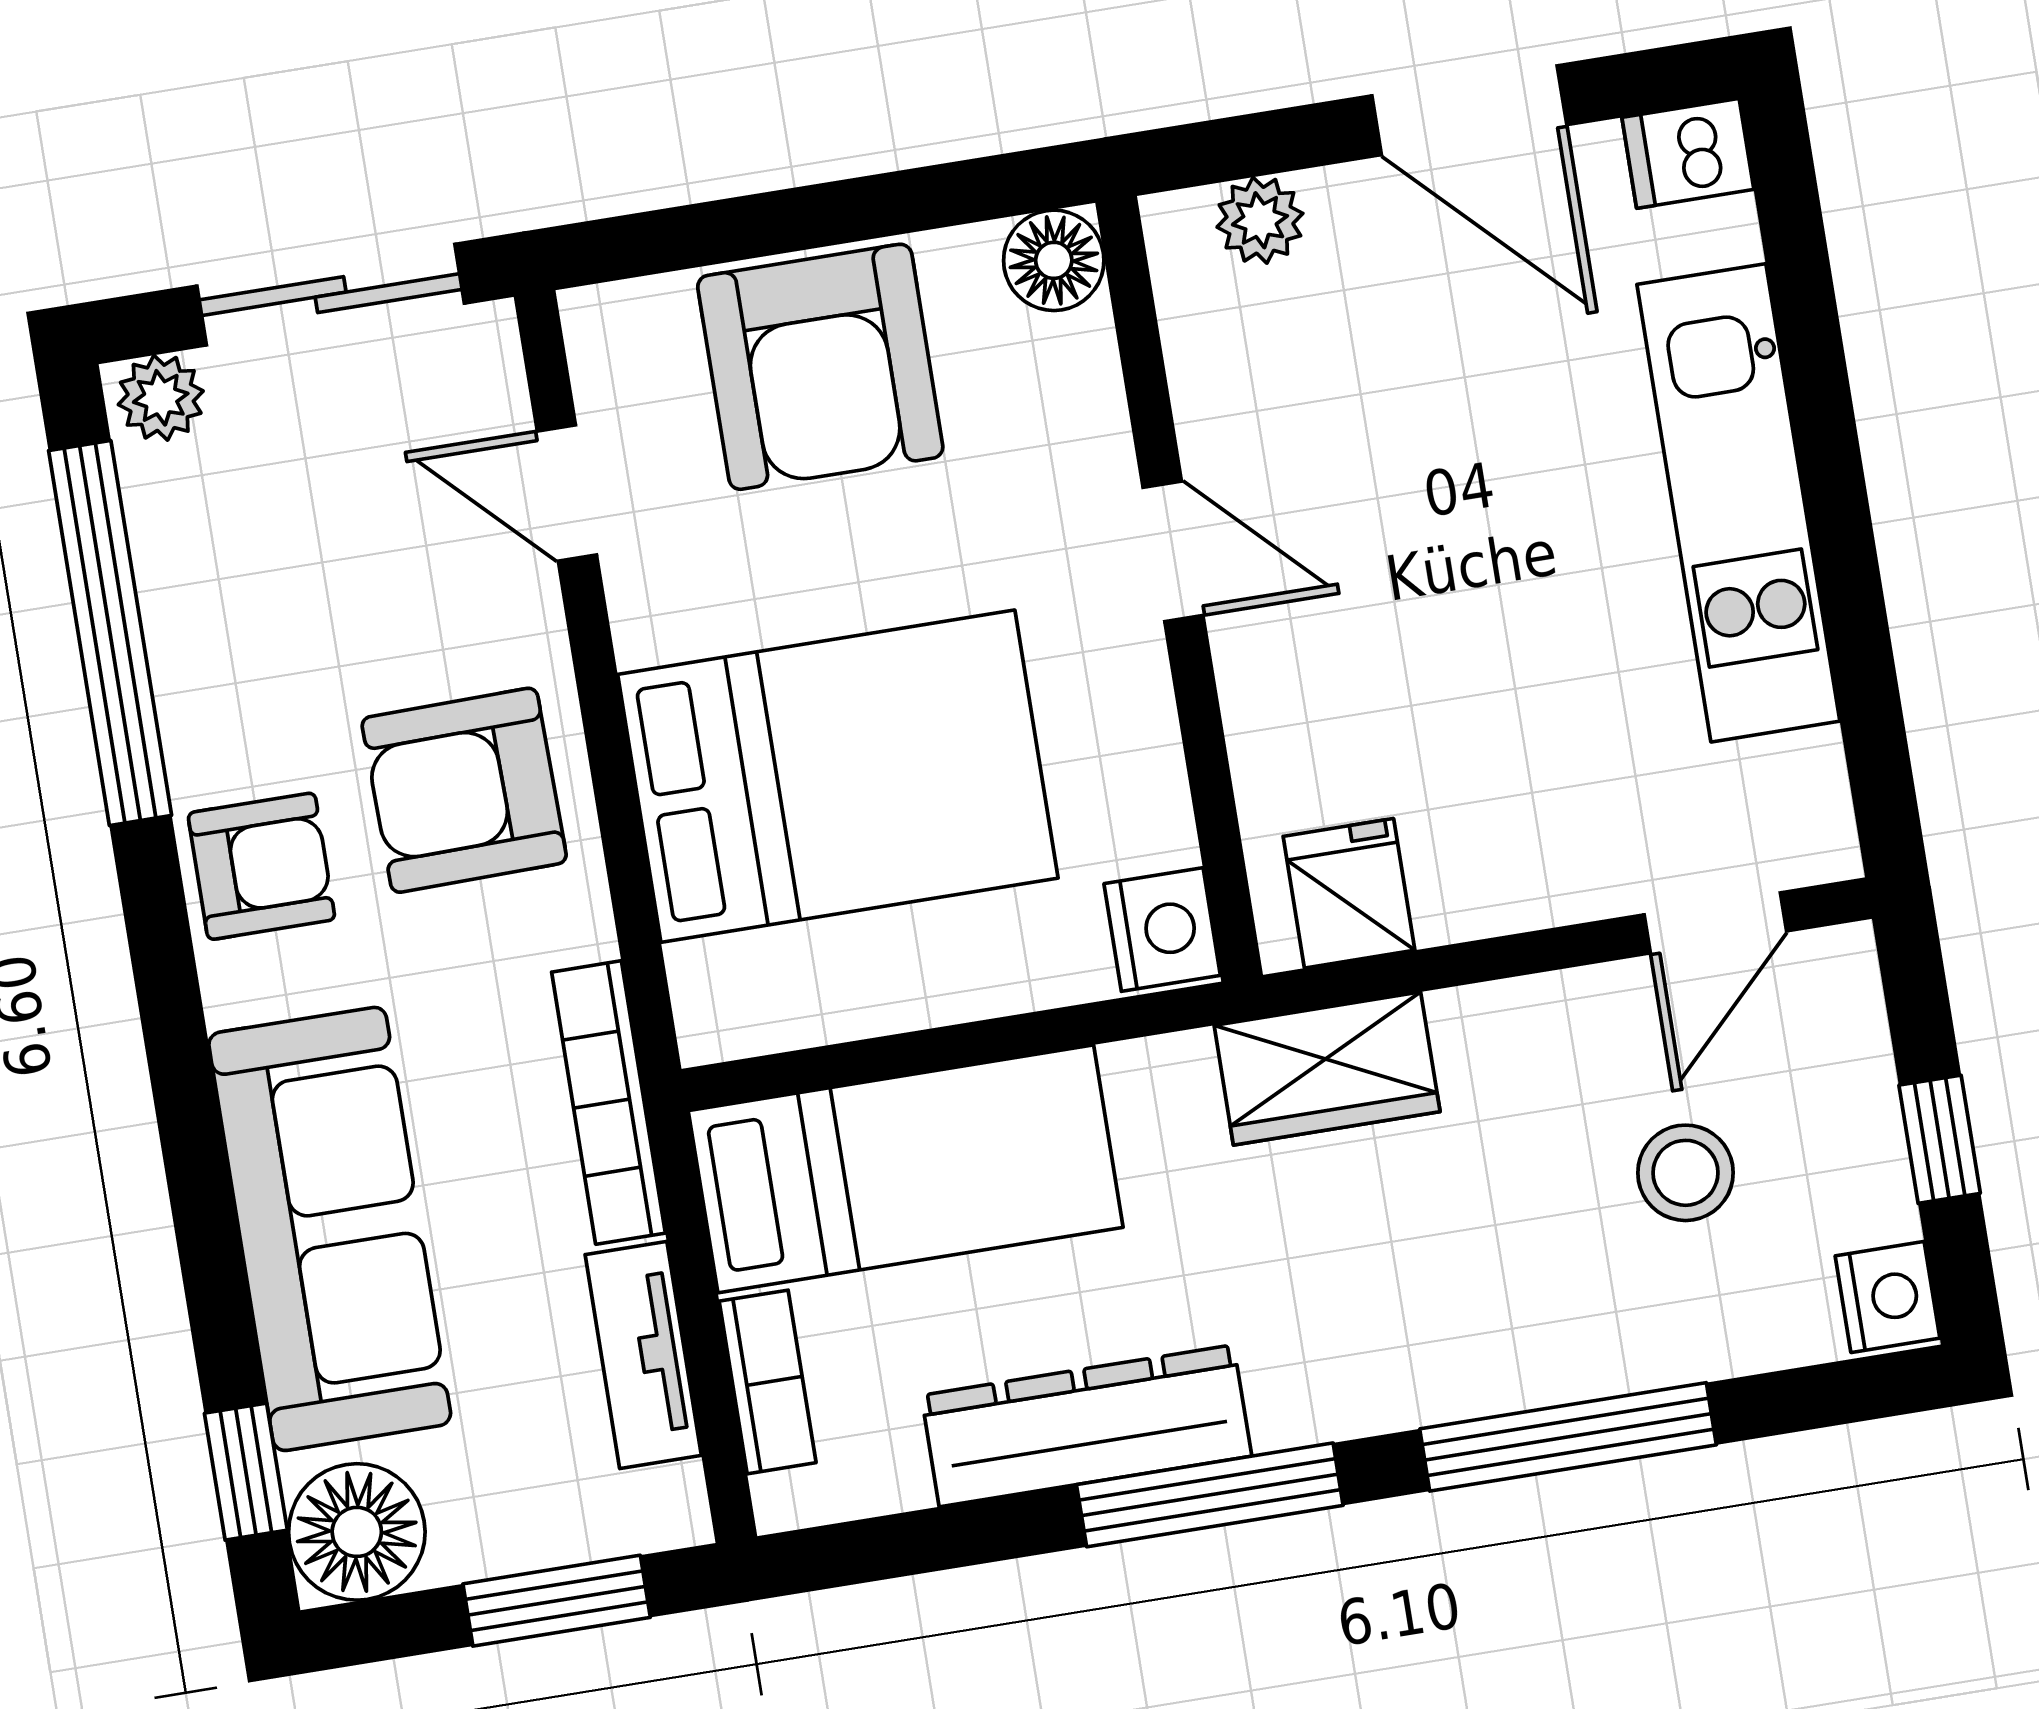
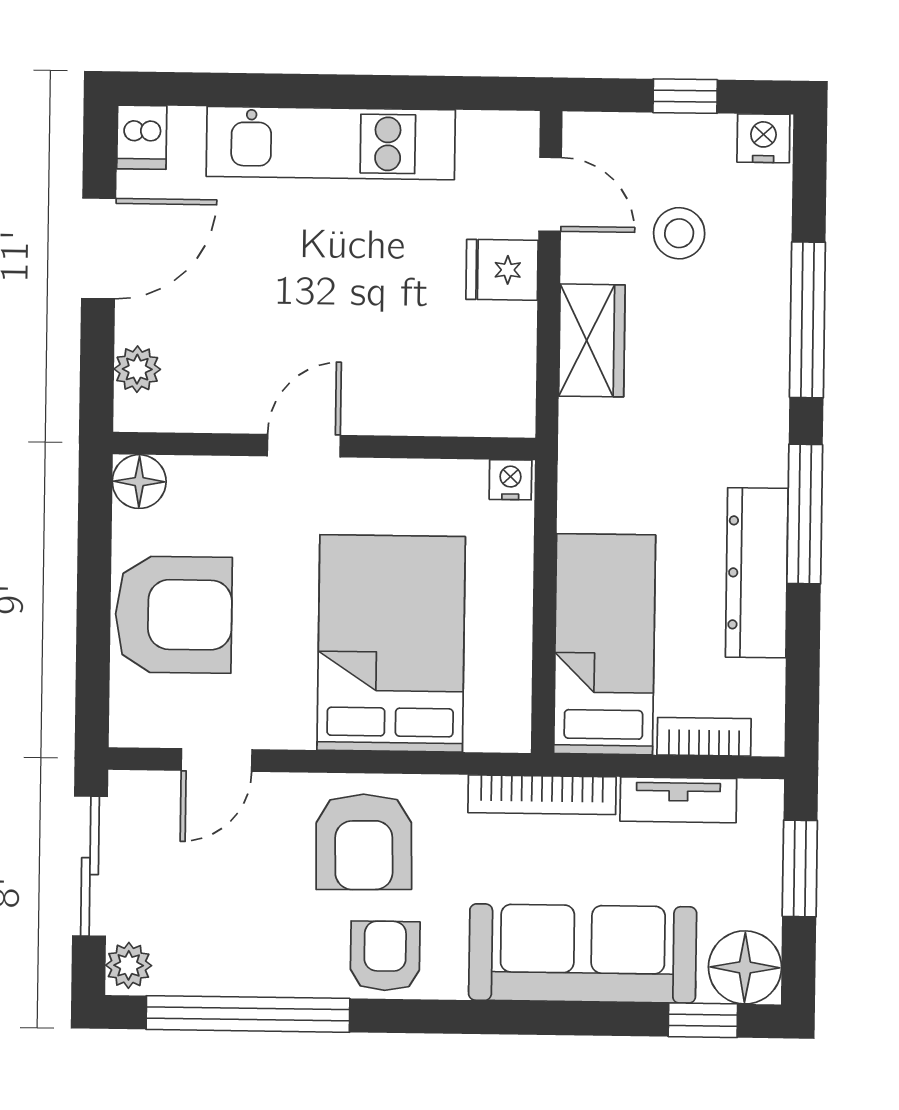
fridge: (1349, 893) -> (502, 270), moved
nightstand: (1162, 930) -> (510, 480), width x0.72, depth x0.74
wardrobe: (1327, 1069) -> (592, 340), moved

